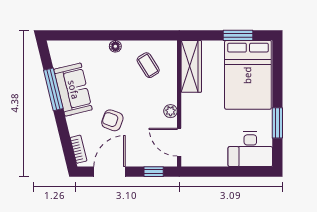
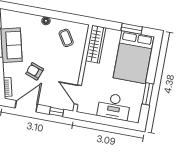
plant: (171, 111) -> (76, 72), removed
desk: (250, 149) -> (114, 106), moved

